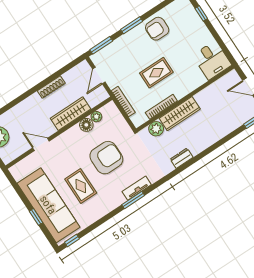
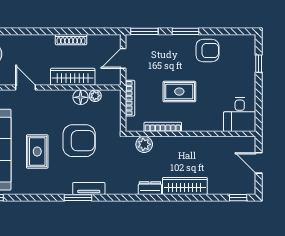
armchair: (157, 29) -> (207, 51), turned 180
wardrobe: (180, 114) -> (185, 186), moved, turned 180

